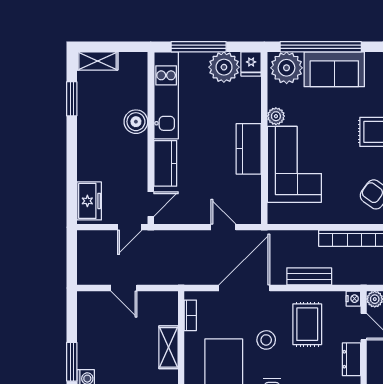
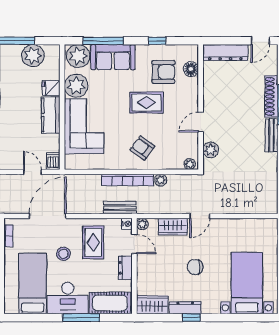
window: (321, 47) -> (103, 41), width x0.68
fridge: (251, 64) -> (51, 88), moved, turned 90
plant: (276, 116) -> (76, 86), width x1.87, depth x1.87
dishwasher: (252, 212) -> (53, 161), added
bench: (309, 276) -> (120, 208), moved

